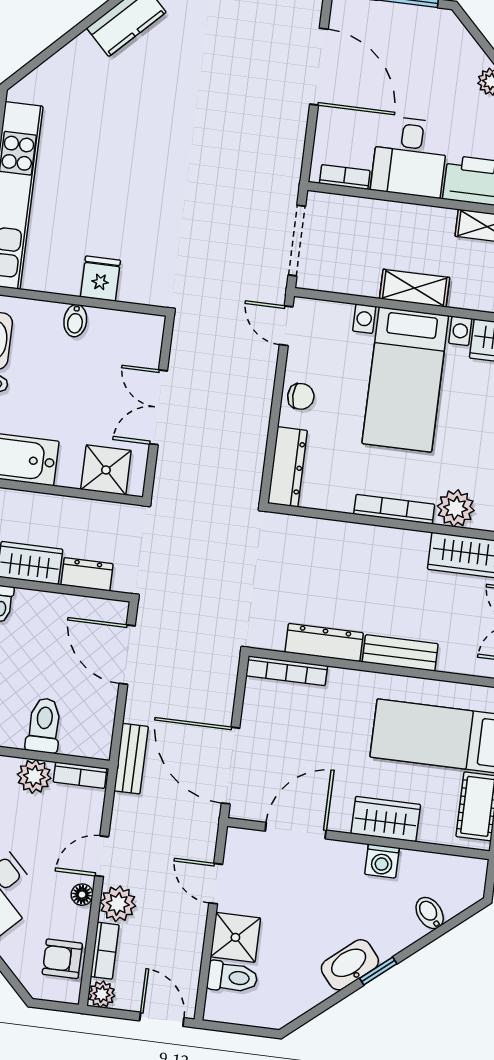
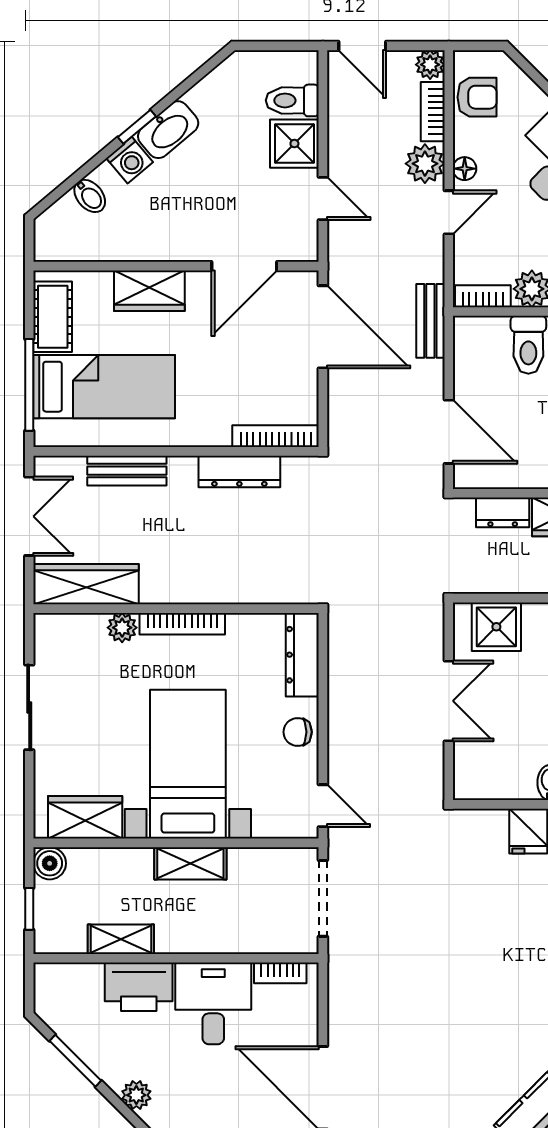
plant: (456, 508) -> (122, 628), width x0.73, depth x0.73
bench: (400, 653) -> (127, 471), moved
washing machine: (382, 861) -> (130, 160), moved, turned 140

